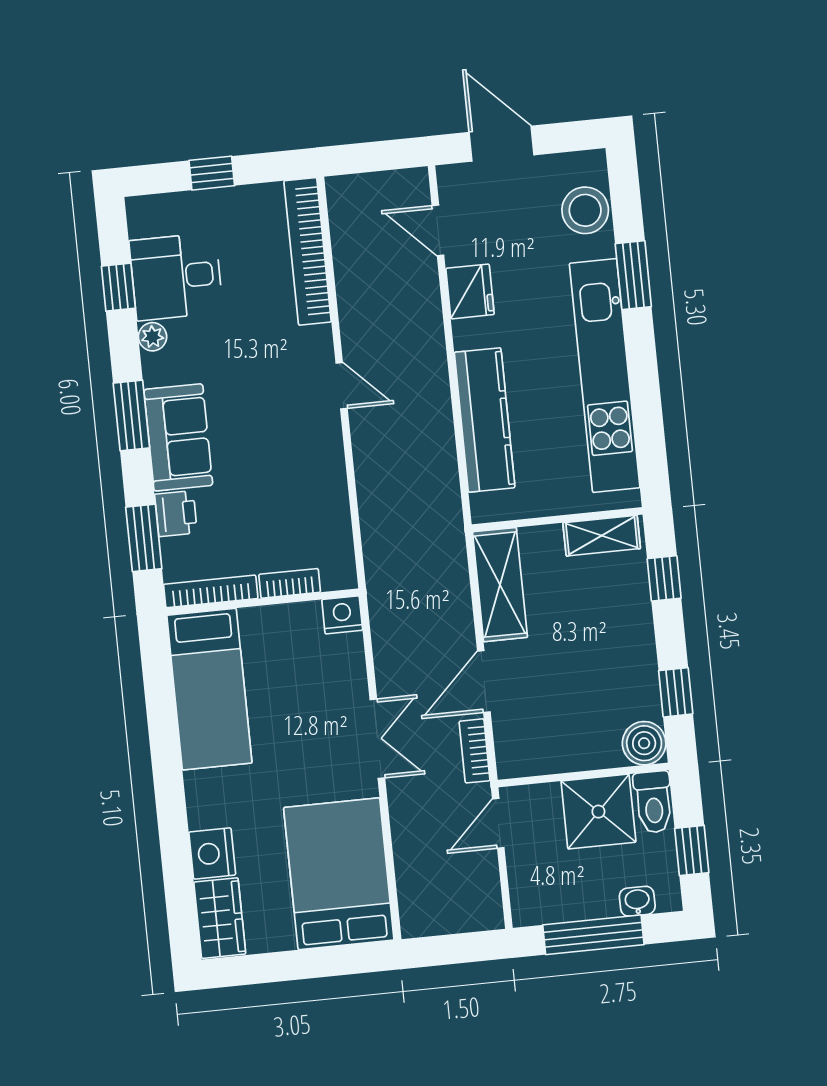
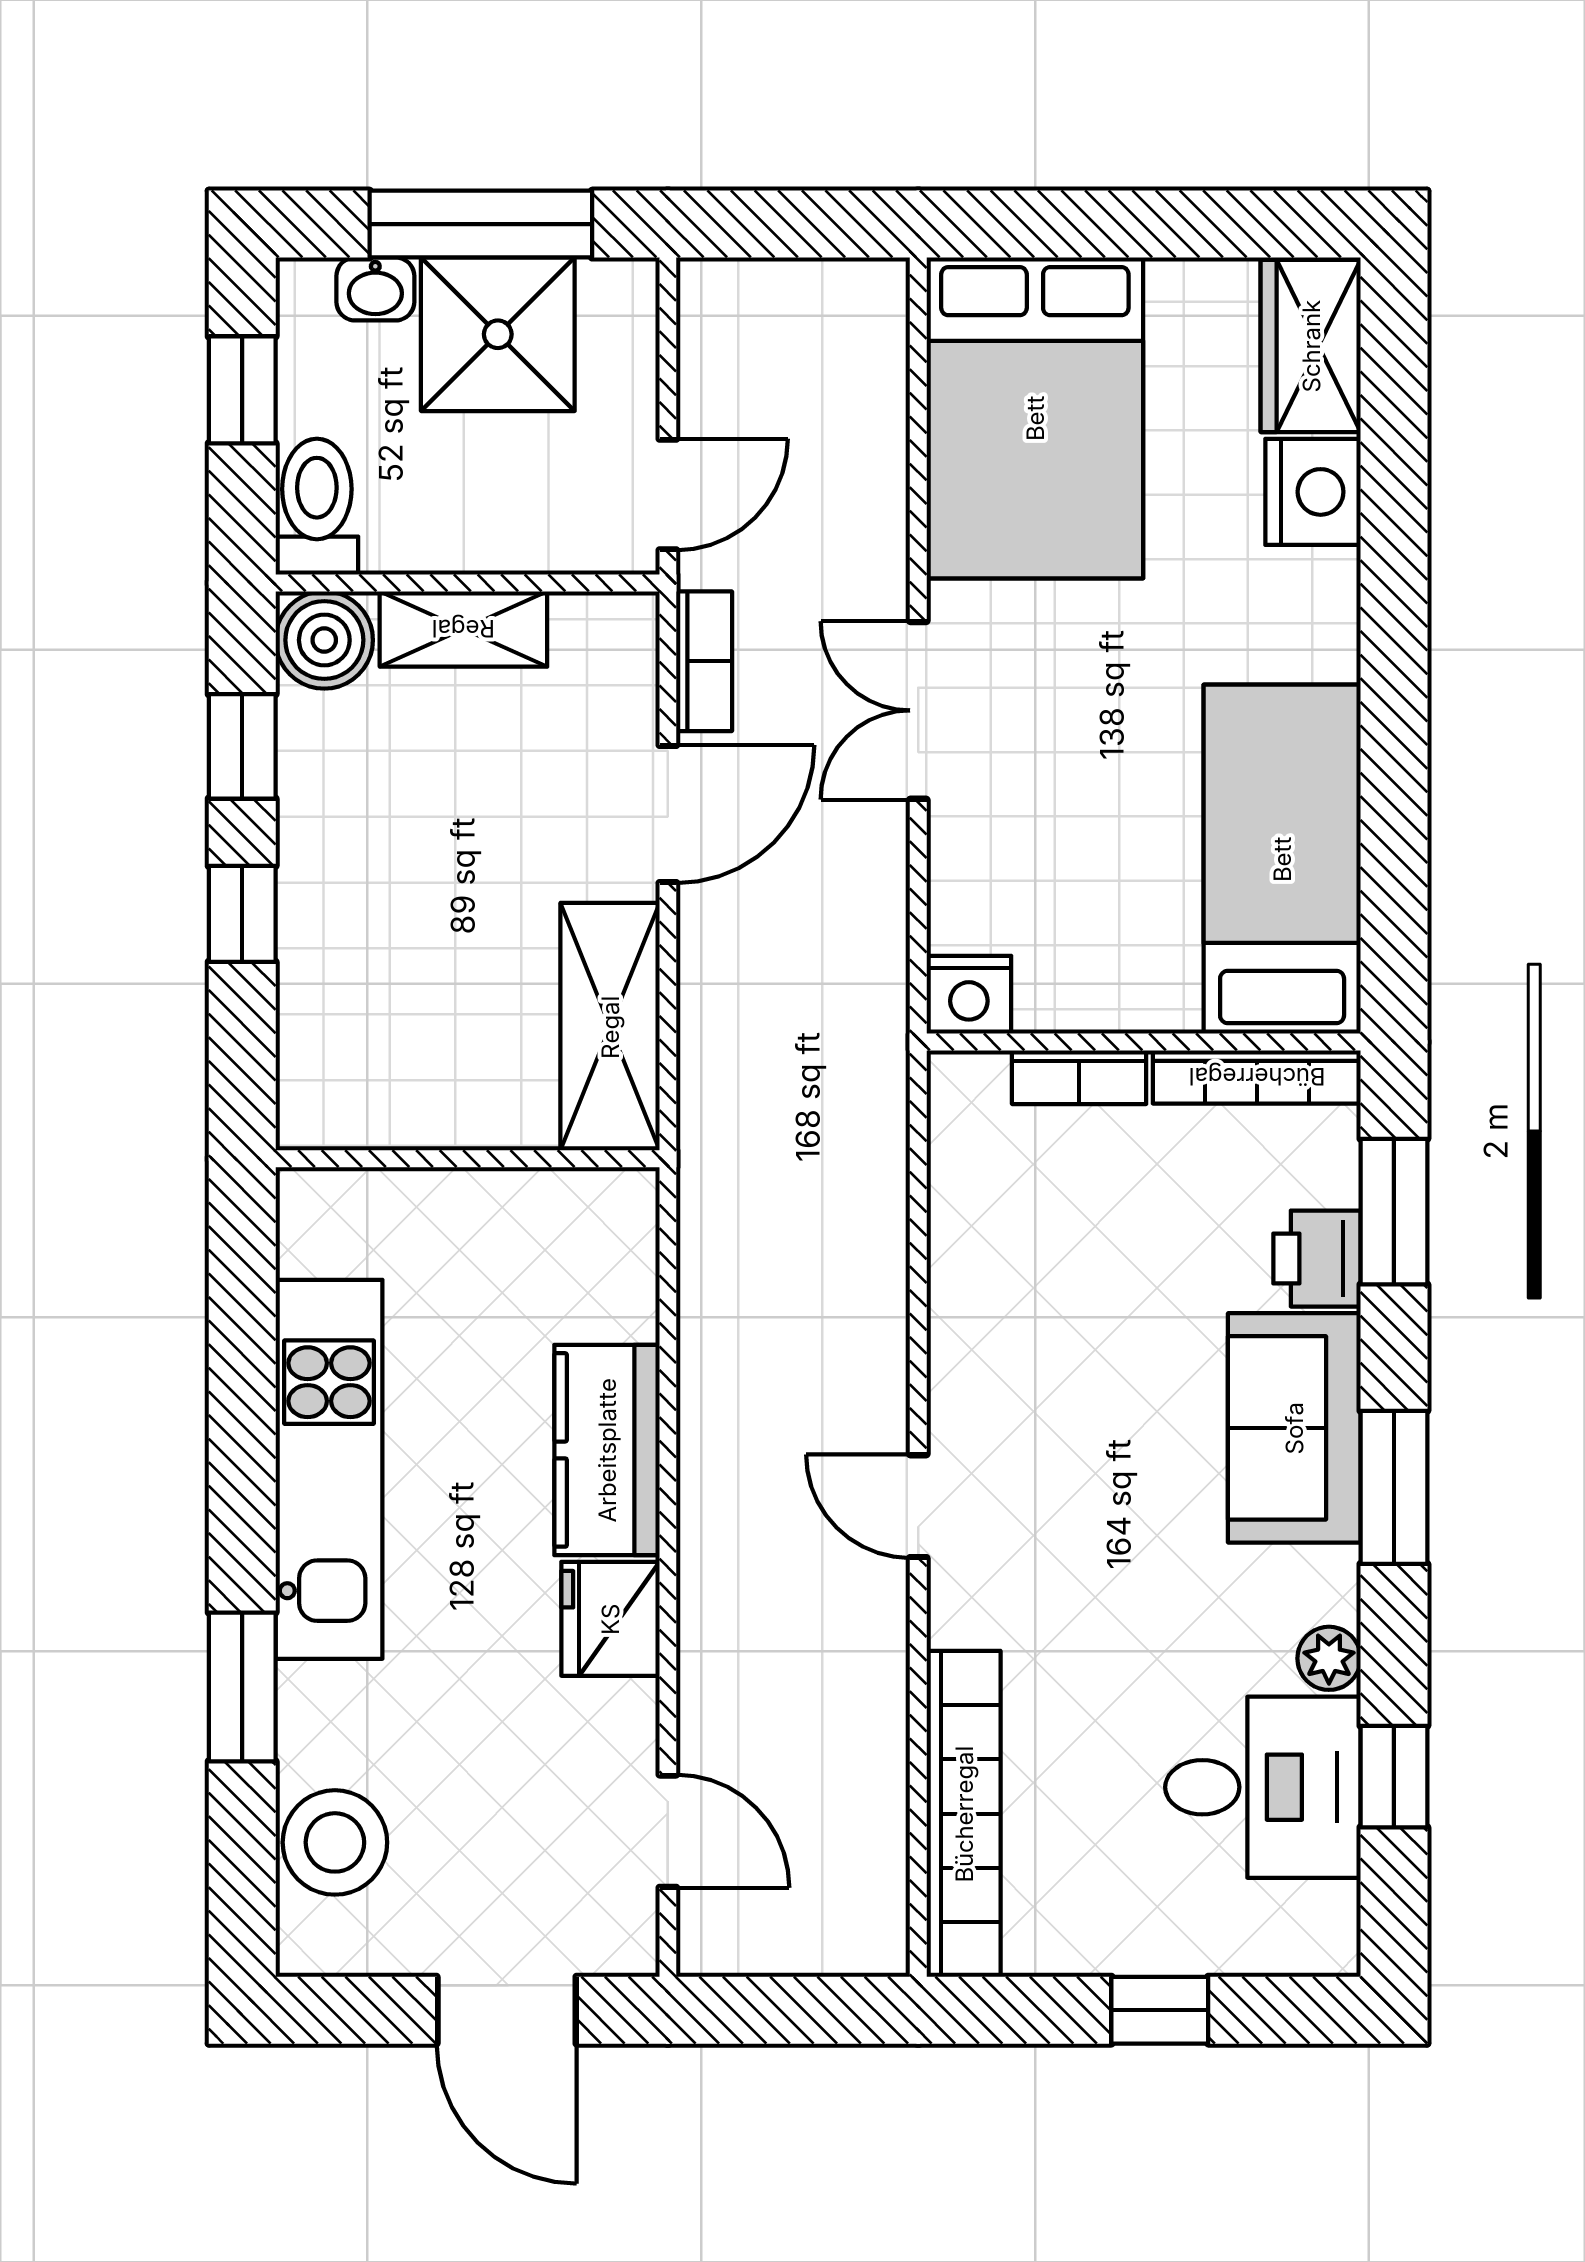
fridge: (470, 291) -> (610, 1619), moved
kitchen unit: (605, 376) -> (329, 1469), width x0.73
kitchen counter: (485, 420) -> (607, 1450), width x0.67
shelving: (602, 536) -> (463, 629), moved
window: (664, 578) -> (242, 914), moved
shower: (598, 812) -> (498, 334), moved

